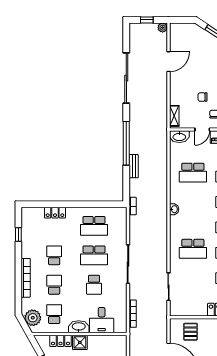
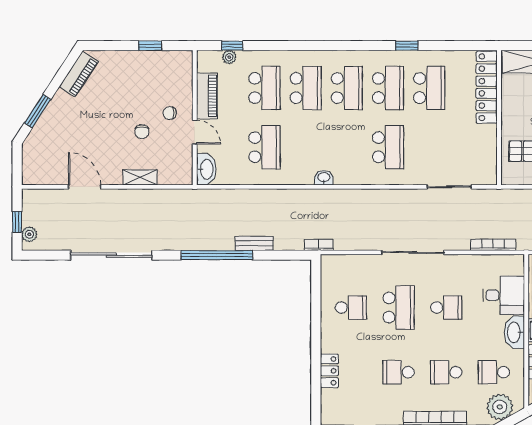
plant: (163, 28) -> (29, 234), moved
shelving: (174, 116) -> (140, 177), moved
school desk: (94, 226) -> (351, 308), width x0.54

